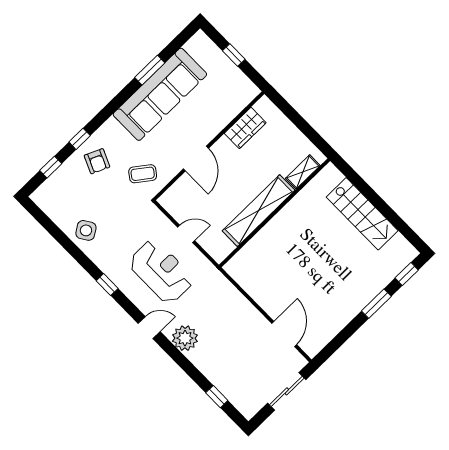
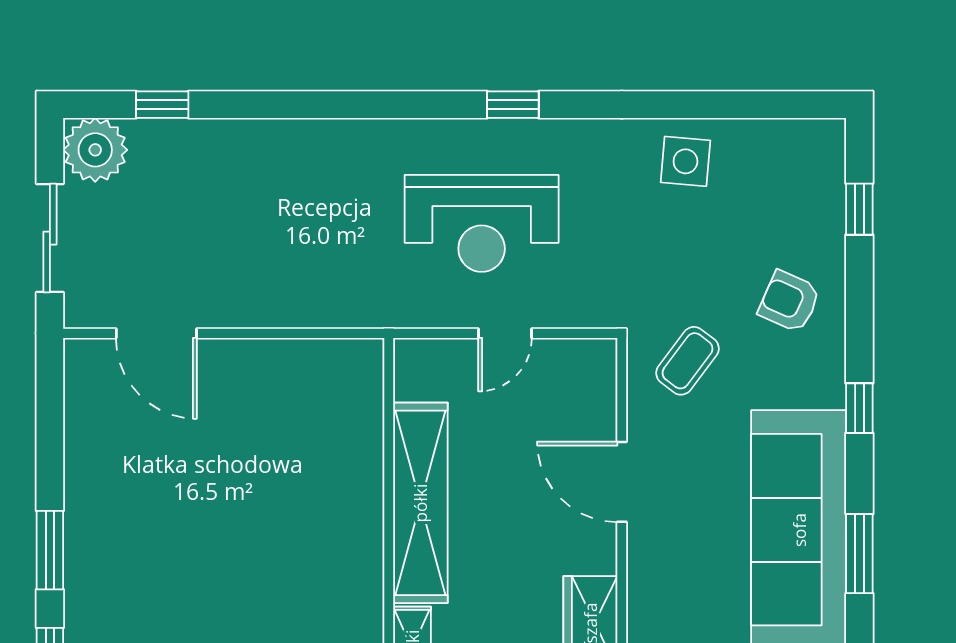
window: (80, 139) -> (859, 408), moved
side table: (86, 230) -> (685, 161), turned 38
window: (107, 285) -> (513, 105), moved
door: (149, 328) -> (403, 105), removed
plant: (185, 338) -> (95, 150), moved

